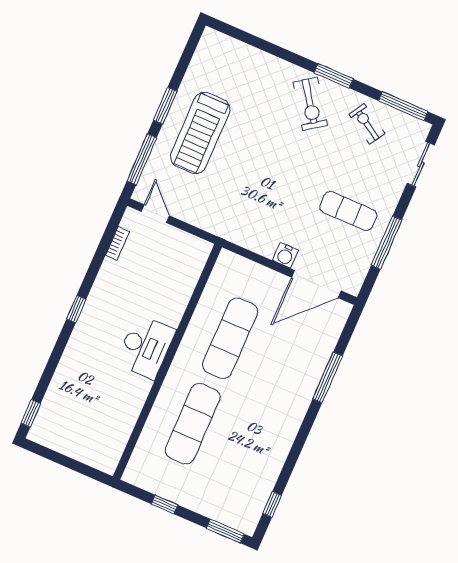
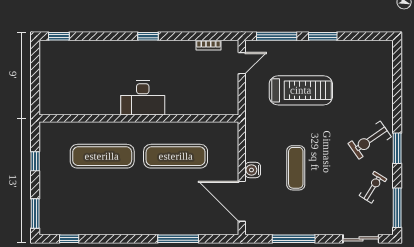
treadmill: (200, 133) -> (301, 90), moved, turned 180
exercise mat: (348, 211) -> (296, 168), moved

